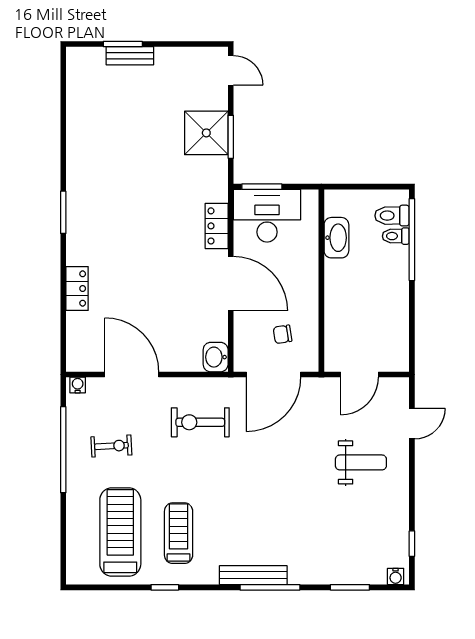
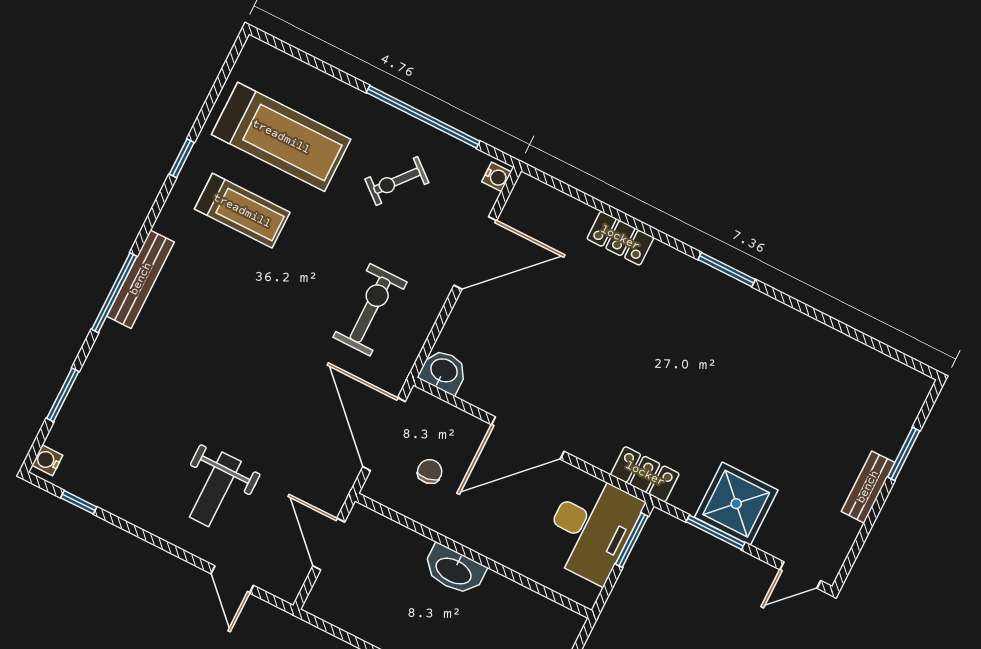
bench: (130, 56) -> (868, 487), moved
locker: (217, 226) -> (645, 474), moved
washbasin: (336, 238) -> (454, 570), moved
exercise bike: (111, 446) -> (397, 181), turned 43

